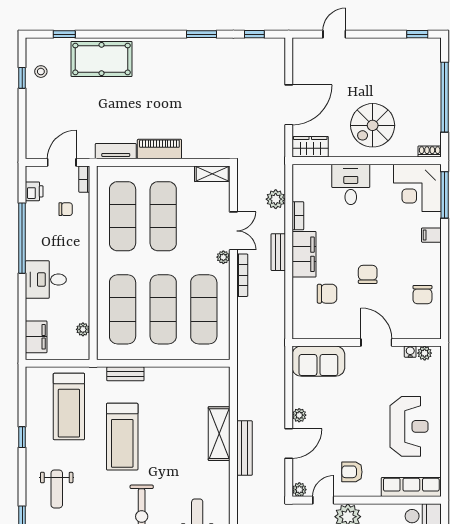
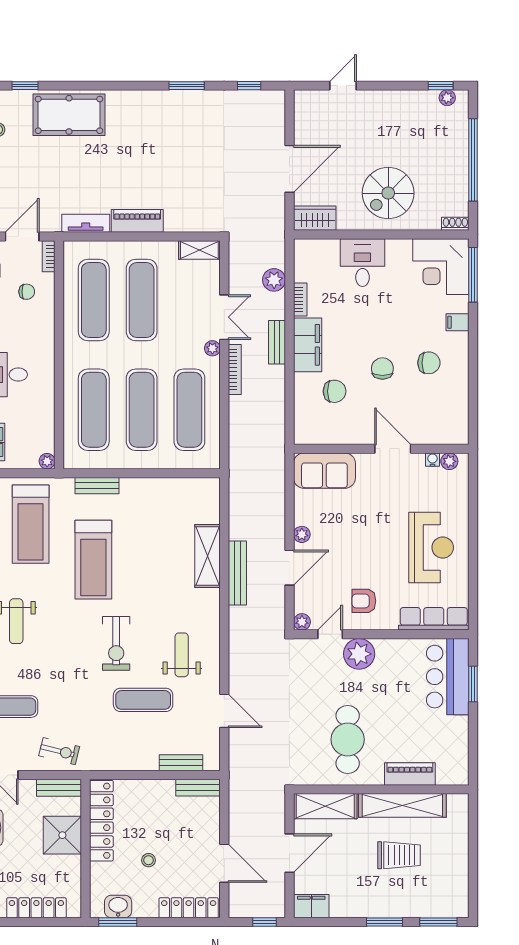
plant: (423, 44) -> (447, 98), added
chair: (422, 295) -> (429, 363), moved, turned -90
plant: (83, 329) -> (47, 461), moved

